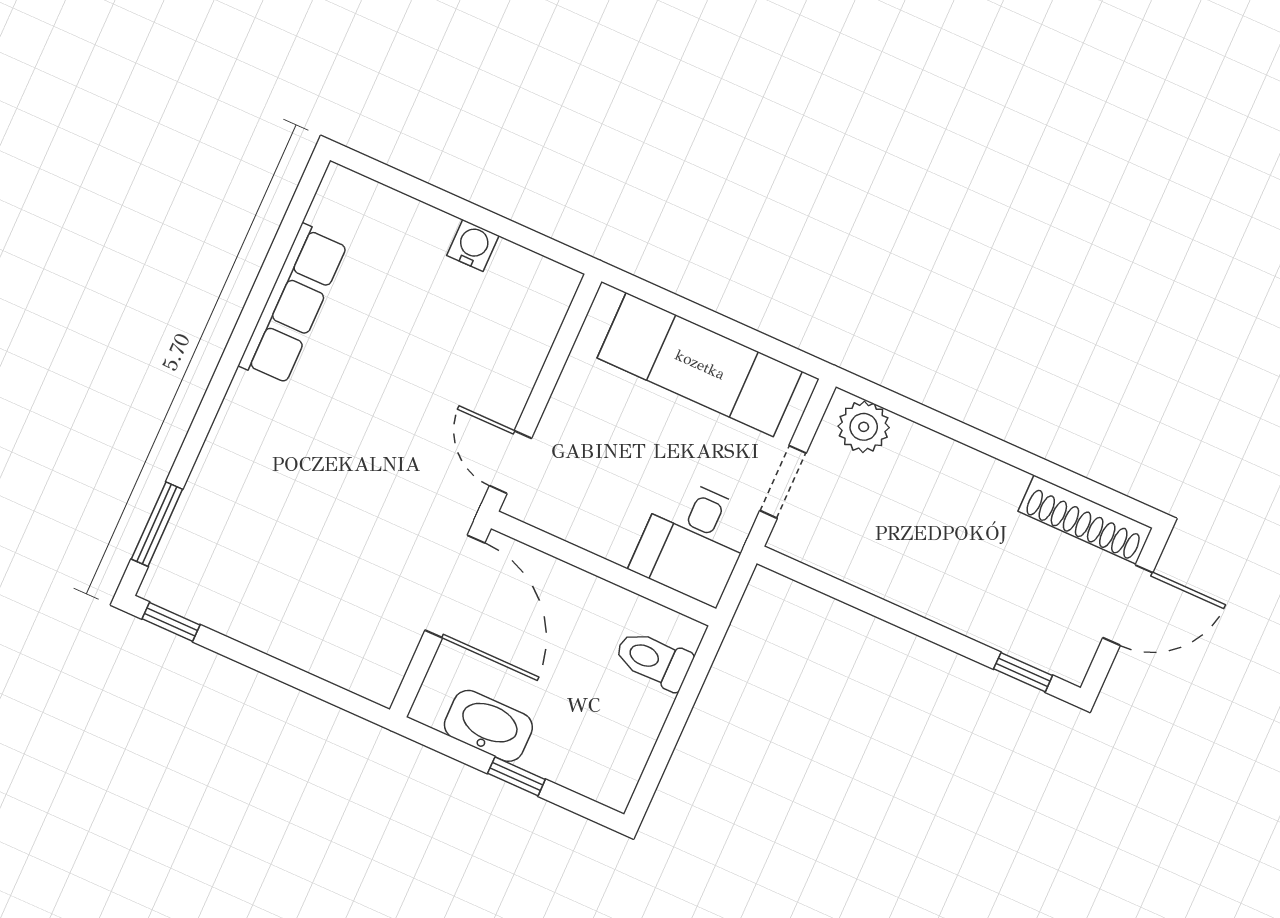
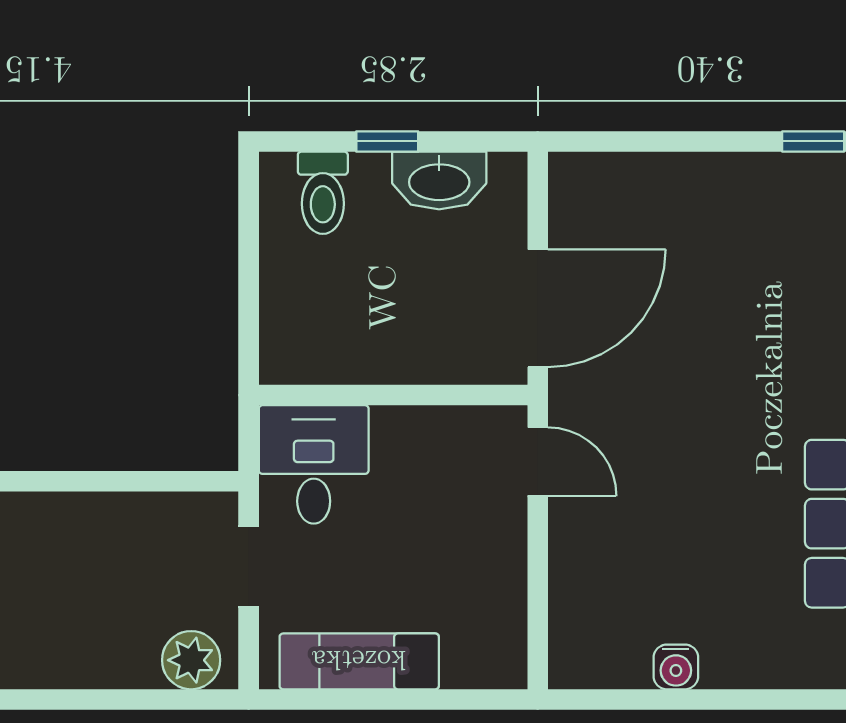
exam couch: (700, 365) -> (359, 661), width x0.73, depth x0.69
door: (455, 587) -> (538, 308), swing flipped
toilet: (654, 660) -> (323, 193), moved, turned 90

